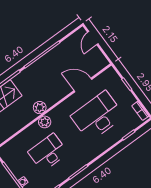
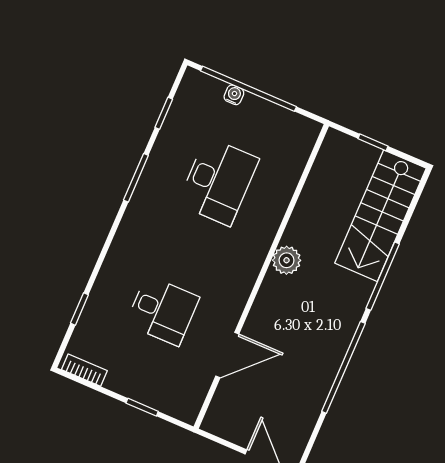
desk: (97, 116) -> (163, 310), width x0.53, depth x0.77
plant: (45, 122) -> (260, 238), removed

